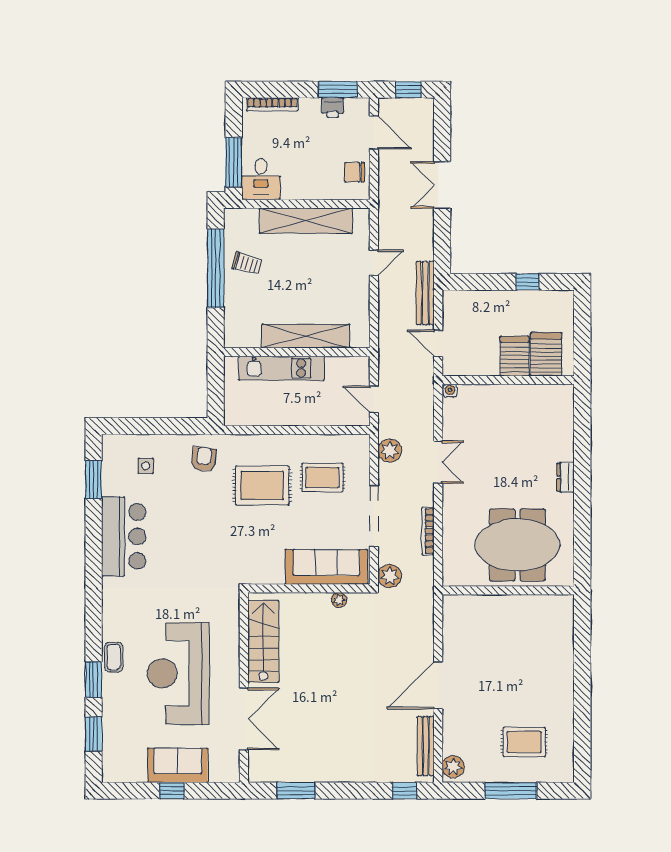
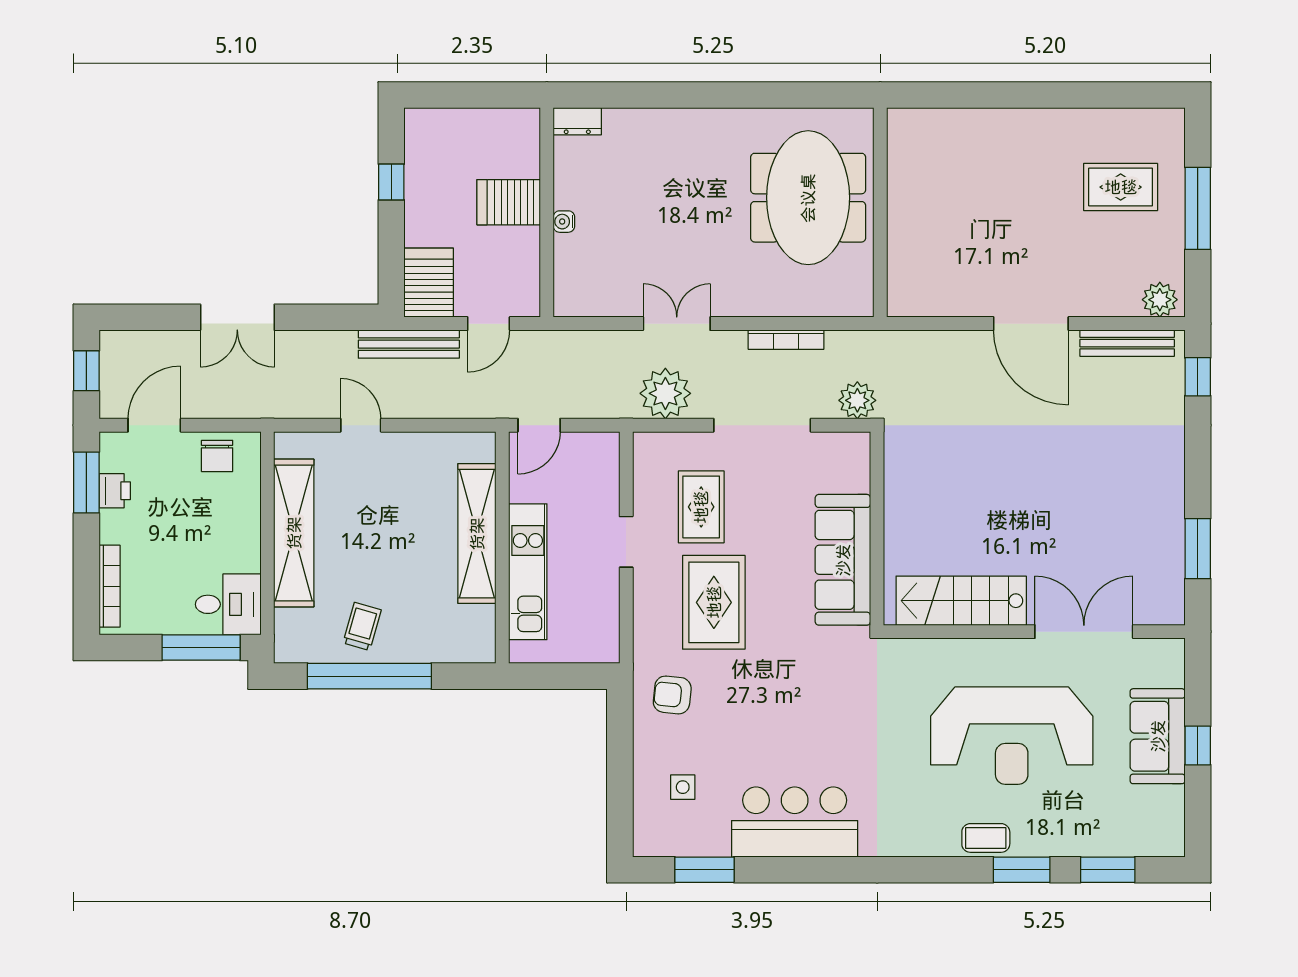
server rack: (546, 354) -> (429, 283), moved, turned 90
water cooler: (450, 391) -> (564, 222), moved
door: (374, 399) -> (539, 425), moved
doorway: (300, 430) -> (626, 542), added
plant: (390, 451) -> (665, 393), width x1.36, depth x1.36
dresser: (566, 477) -> (577, 121), moved
sofa: (326, 567) -> (843, 560), moved
plant: (339, 600) -> (895, 481), removed
rug: (524, 742) -> (1121, 187), turned 90

